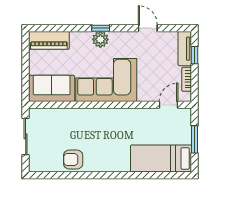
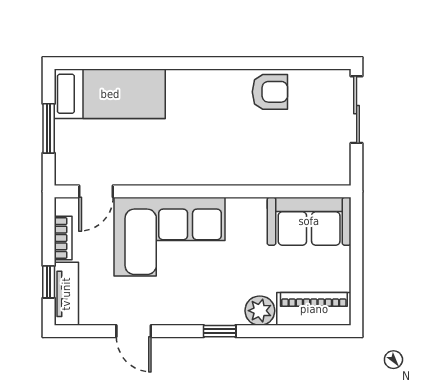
plant: (100, 39) -> (260, 311), moved
corner sofa: (106, 80) -> (170, 237), moved
sliding door: (26, 136) -> (357, 110), moved

